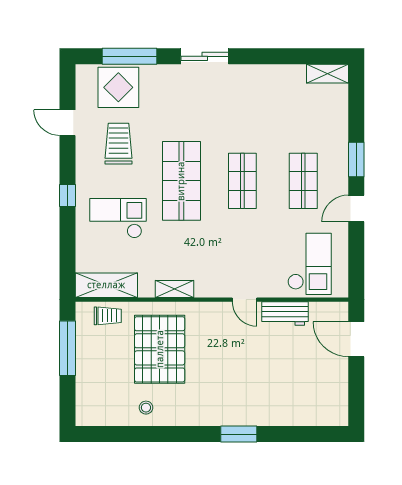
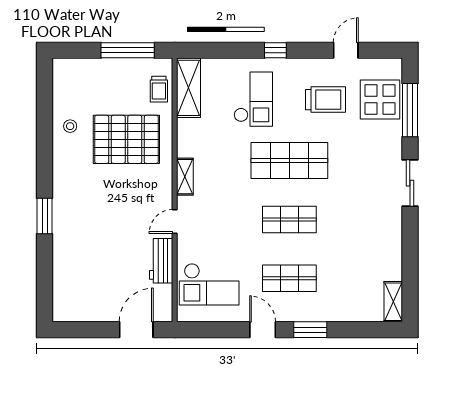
shelving: (175, 289) -> (185, 177), moved

